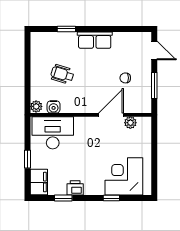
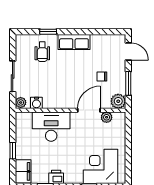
wheelchair: (62, 74) -> (42, 52), moved, turned -107
sliding door: (28, 78) -> (13, 76), added
plant: (143, 105) -> (118, 101), added
desk: (53, 133) -> (51, 127), moved

